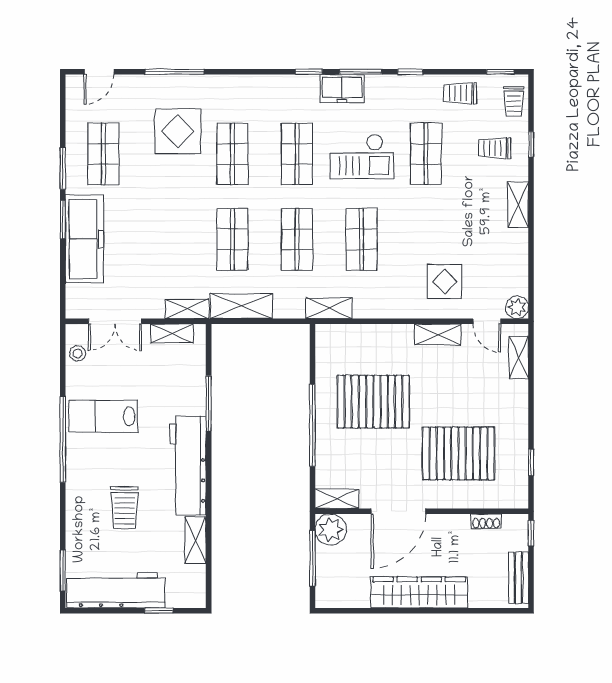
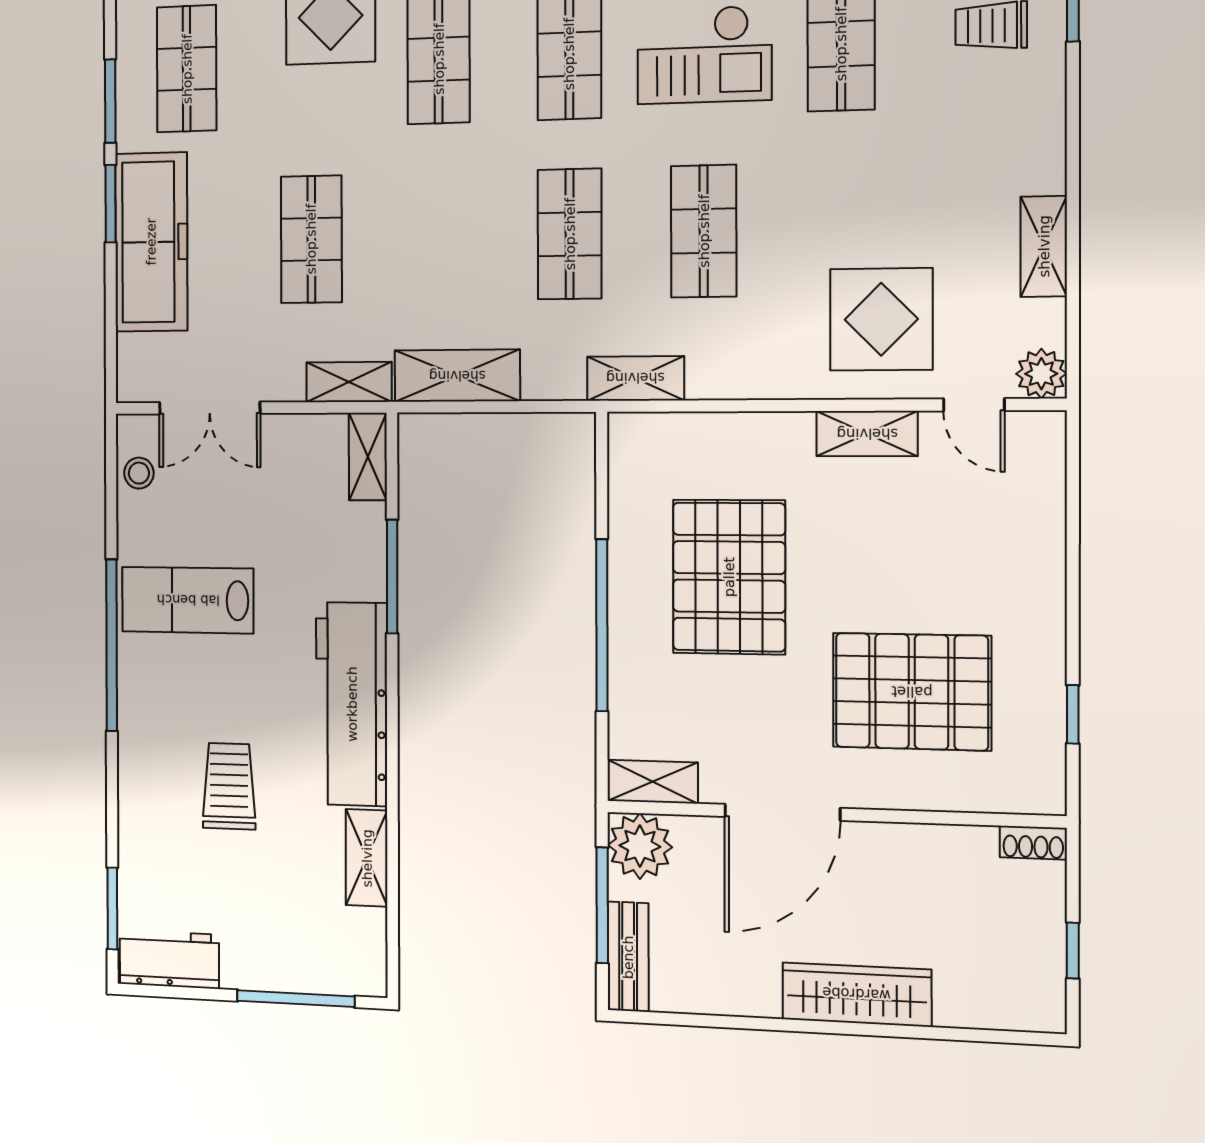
shelving: (518, 205) -> (1044, 246), moved
shop shelf: (232, 239) -> (311, 239), moved
display table: (445, 282) -> (881, 319), width x1.36, depth x1.36
shelving: (172, 334) -> (368, 457), moved, turned 90
shelving: (519, 358) -> (1045, 484), removed
pallet: (373, 402) -> (729, 577), turned 90
trolley: (125, 508) -> (229, 786), turned 180
shoe rack: (486, 521) -> (1033, 843), moved
window: (531, 533) -> (1073, 951), moved
bench: (519, 578) -> (628, 957), moved
workbench: (116, 590) -> (169, 959), width x0.53, depth x0.76
wardrobe: (419, 592) -> (857, 994), width x0.71, depth x0.85
window: (159, 611) -> (296, 999), width x2.17

